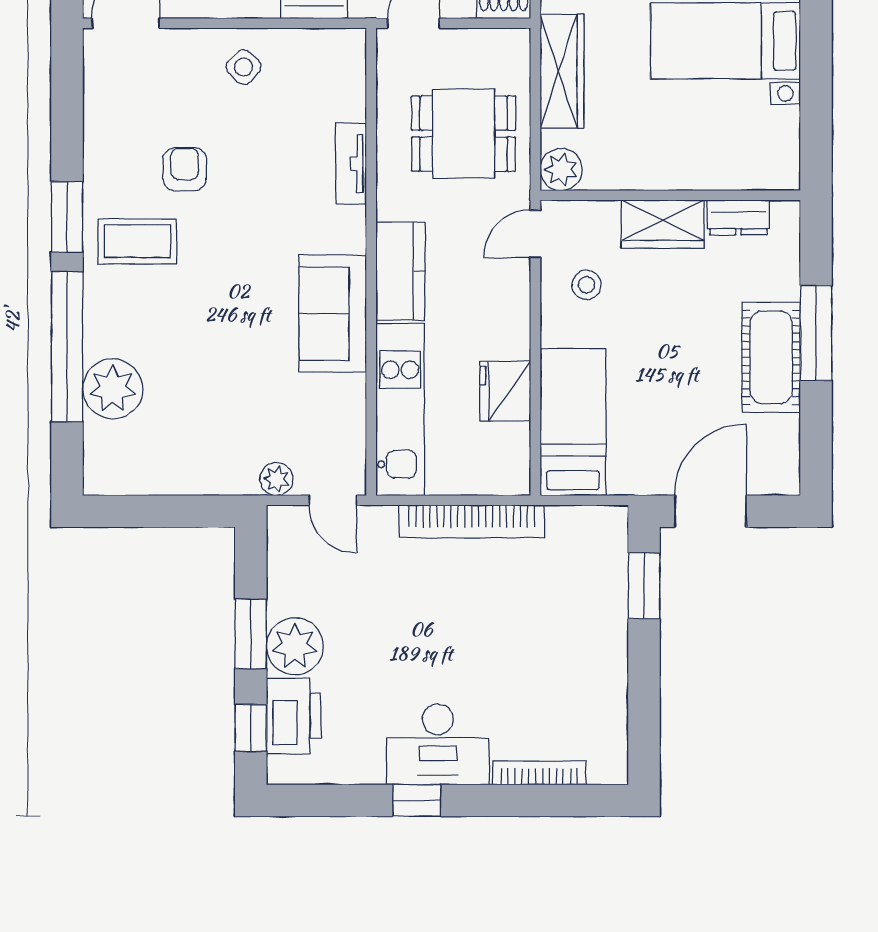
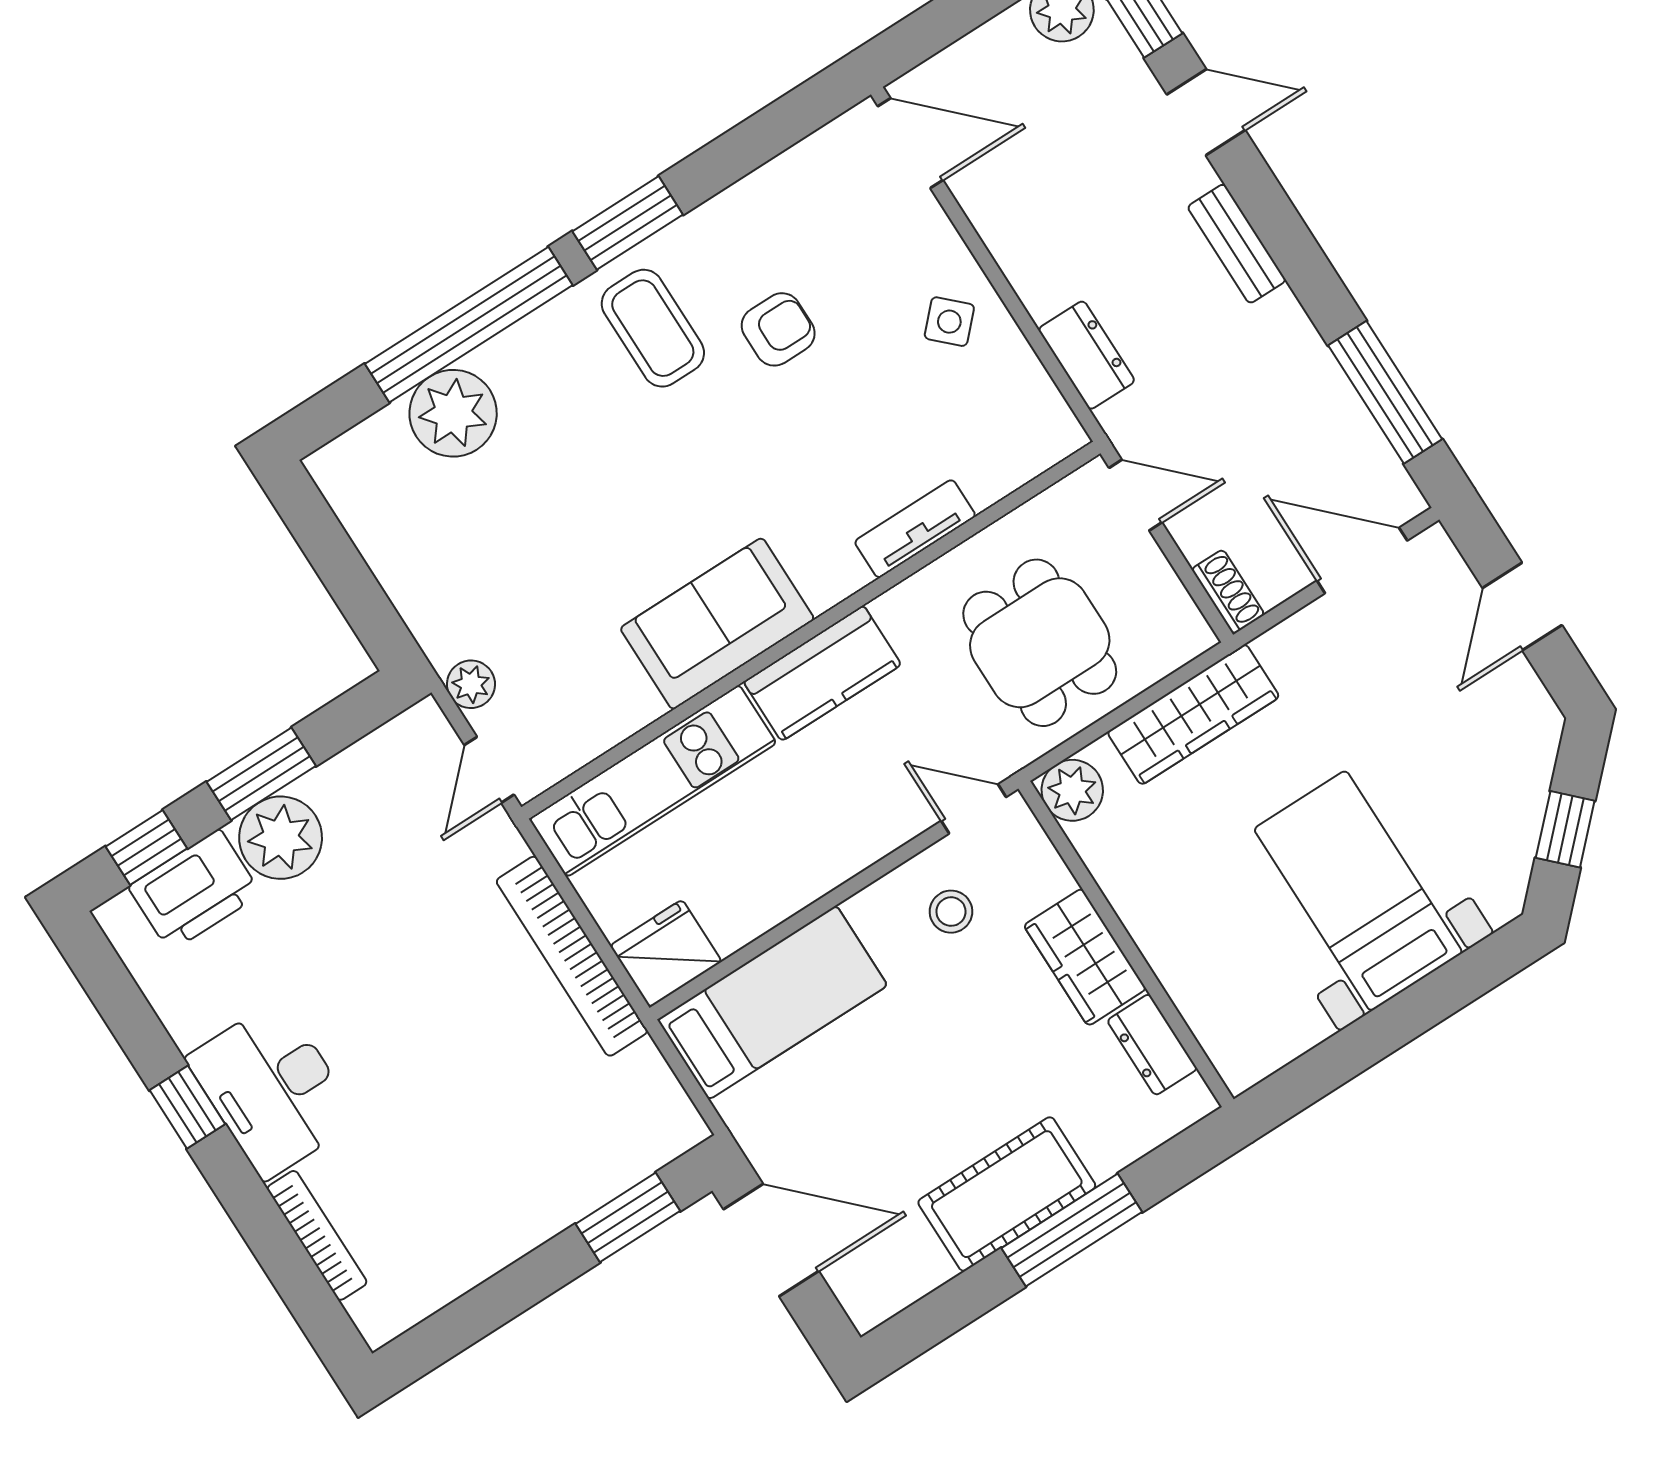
fridge: (505, 391) -> (666, 954), moved

